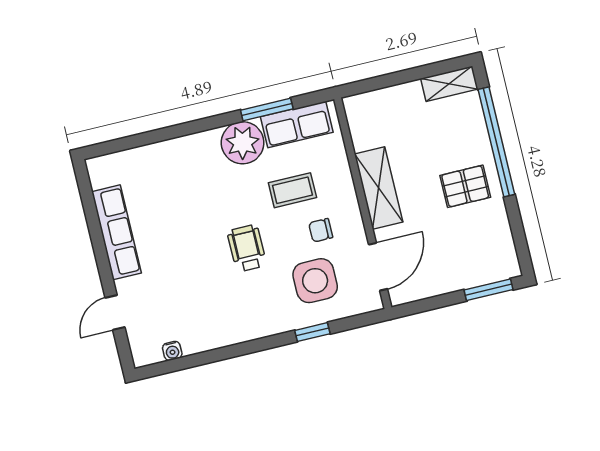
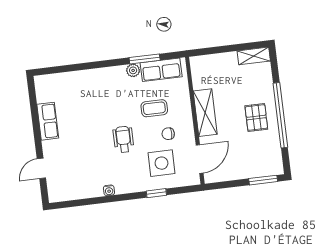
window: (496, 142) -> (280, 115), moved
plant: (243, 143) -> (133, 70), width x0.53, depth x0.53
pallet: (465, 186) -> (256, 117), turned 90
row of seats: (117, 232) -> (48, 121), width x0.68
water cooler: (172, 351) -> (109, 190), moved

